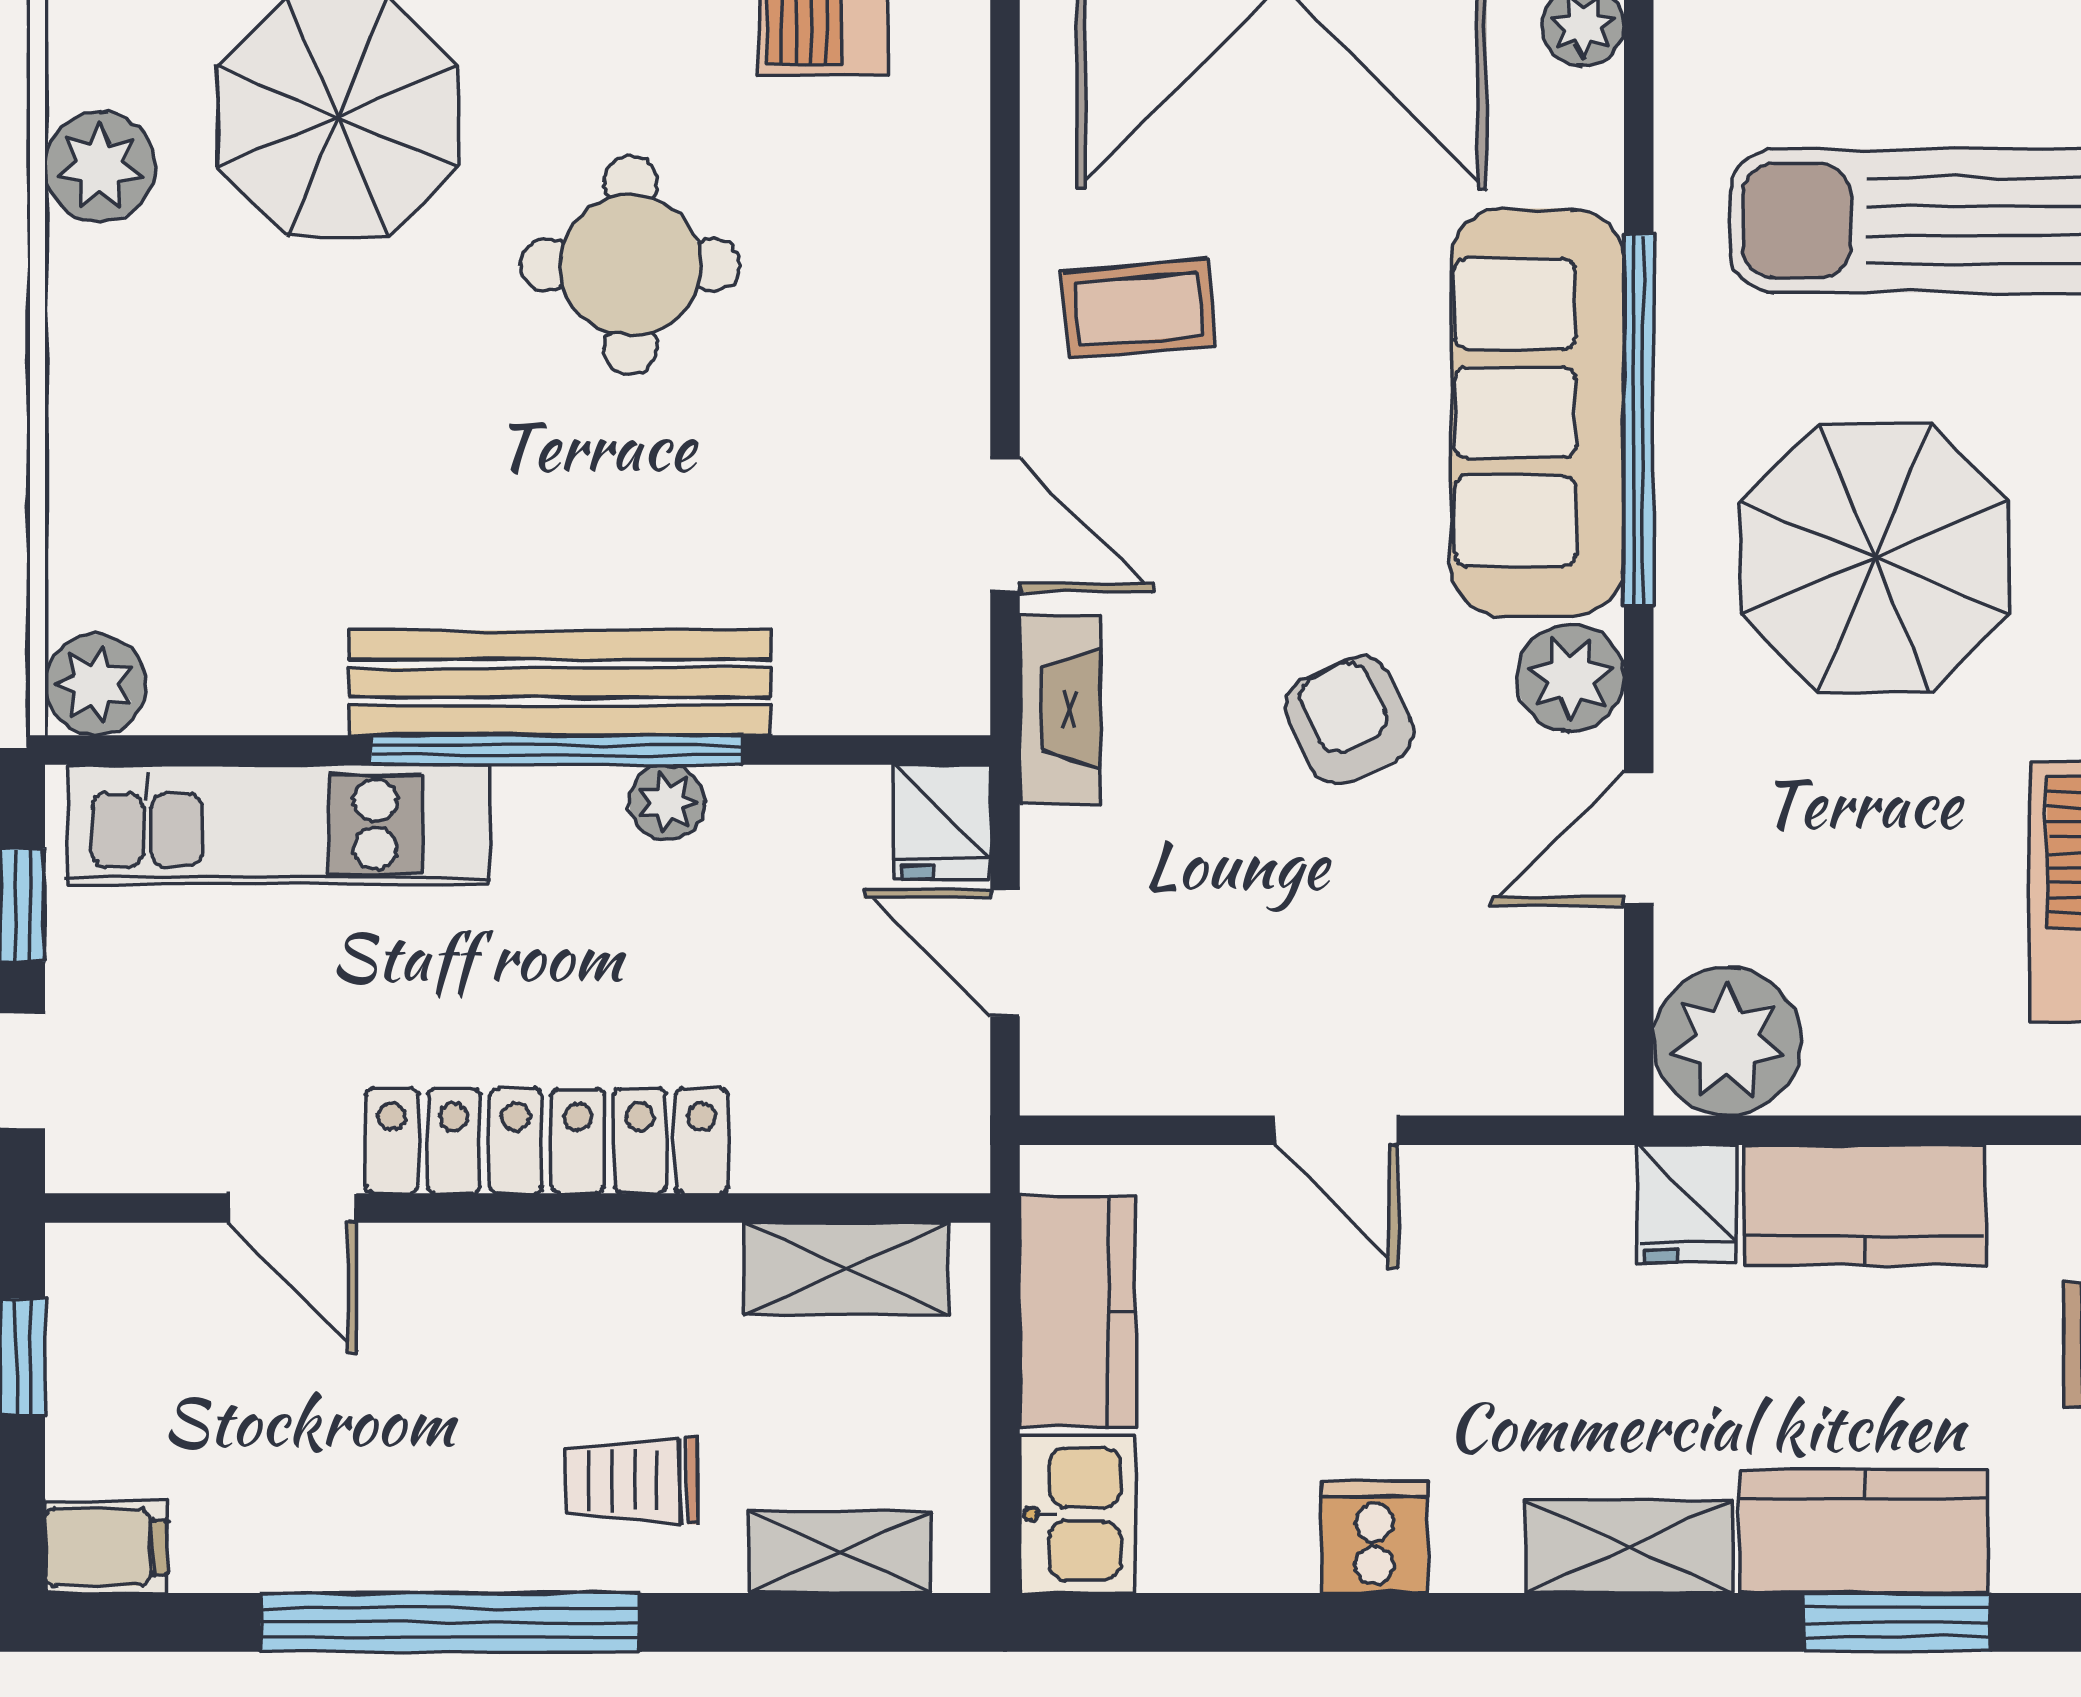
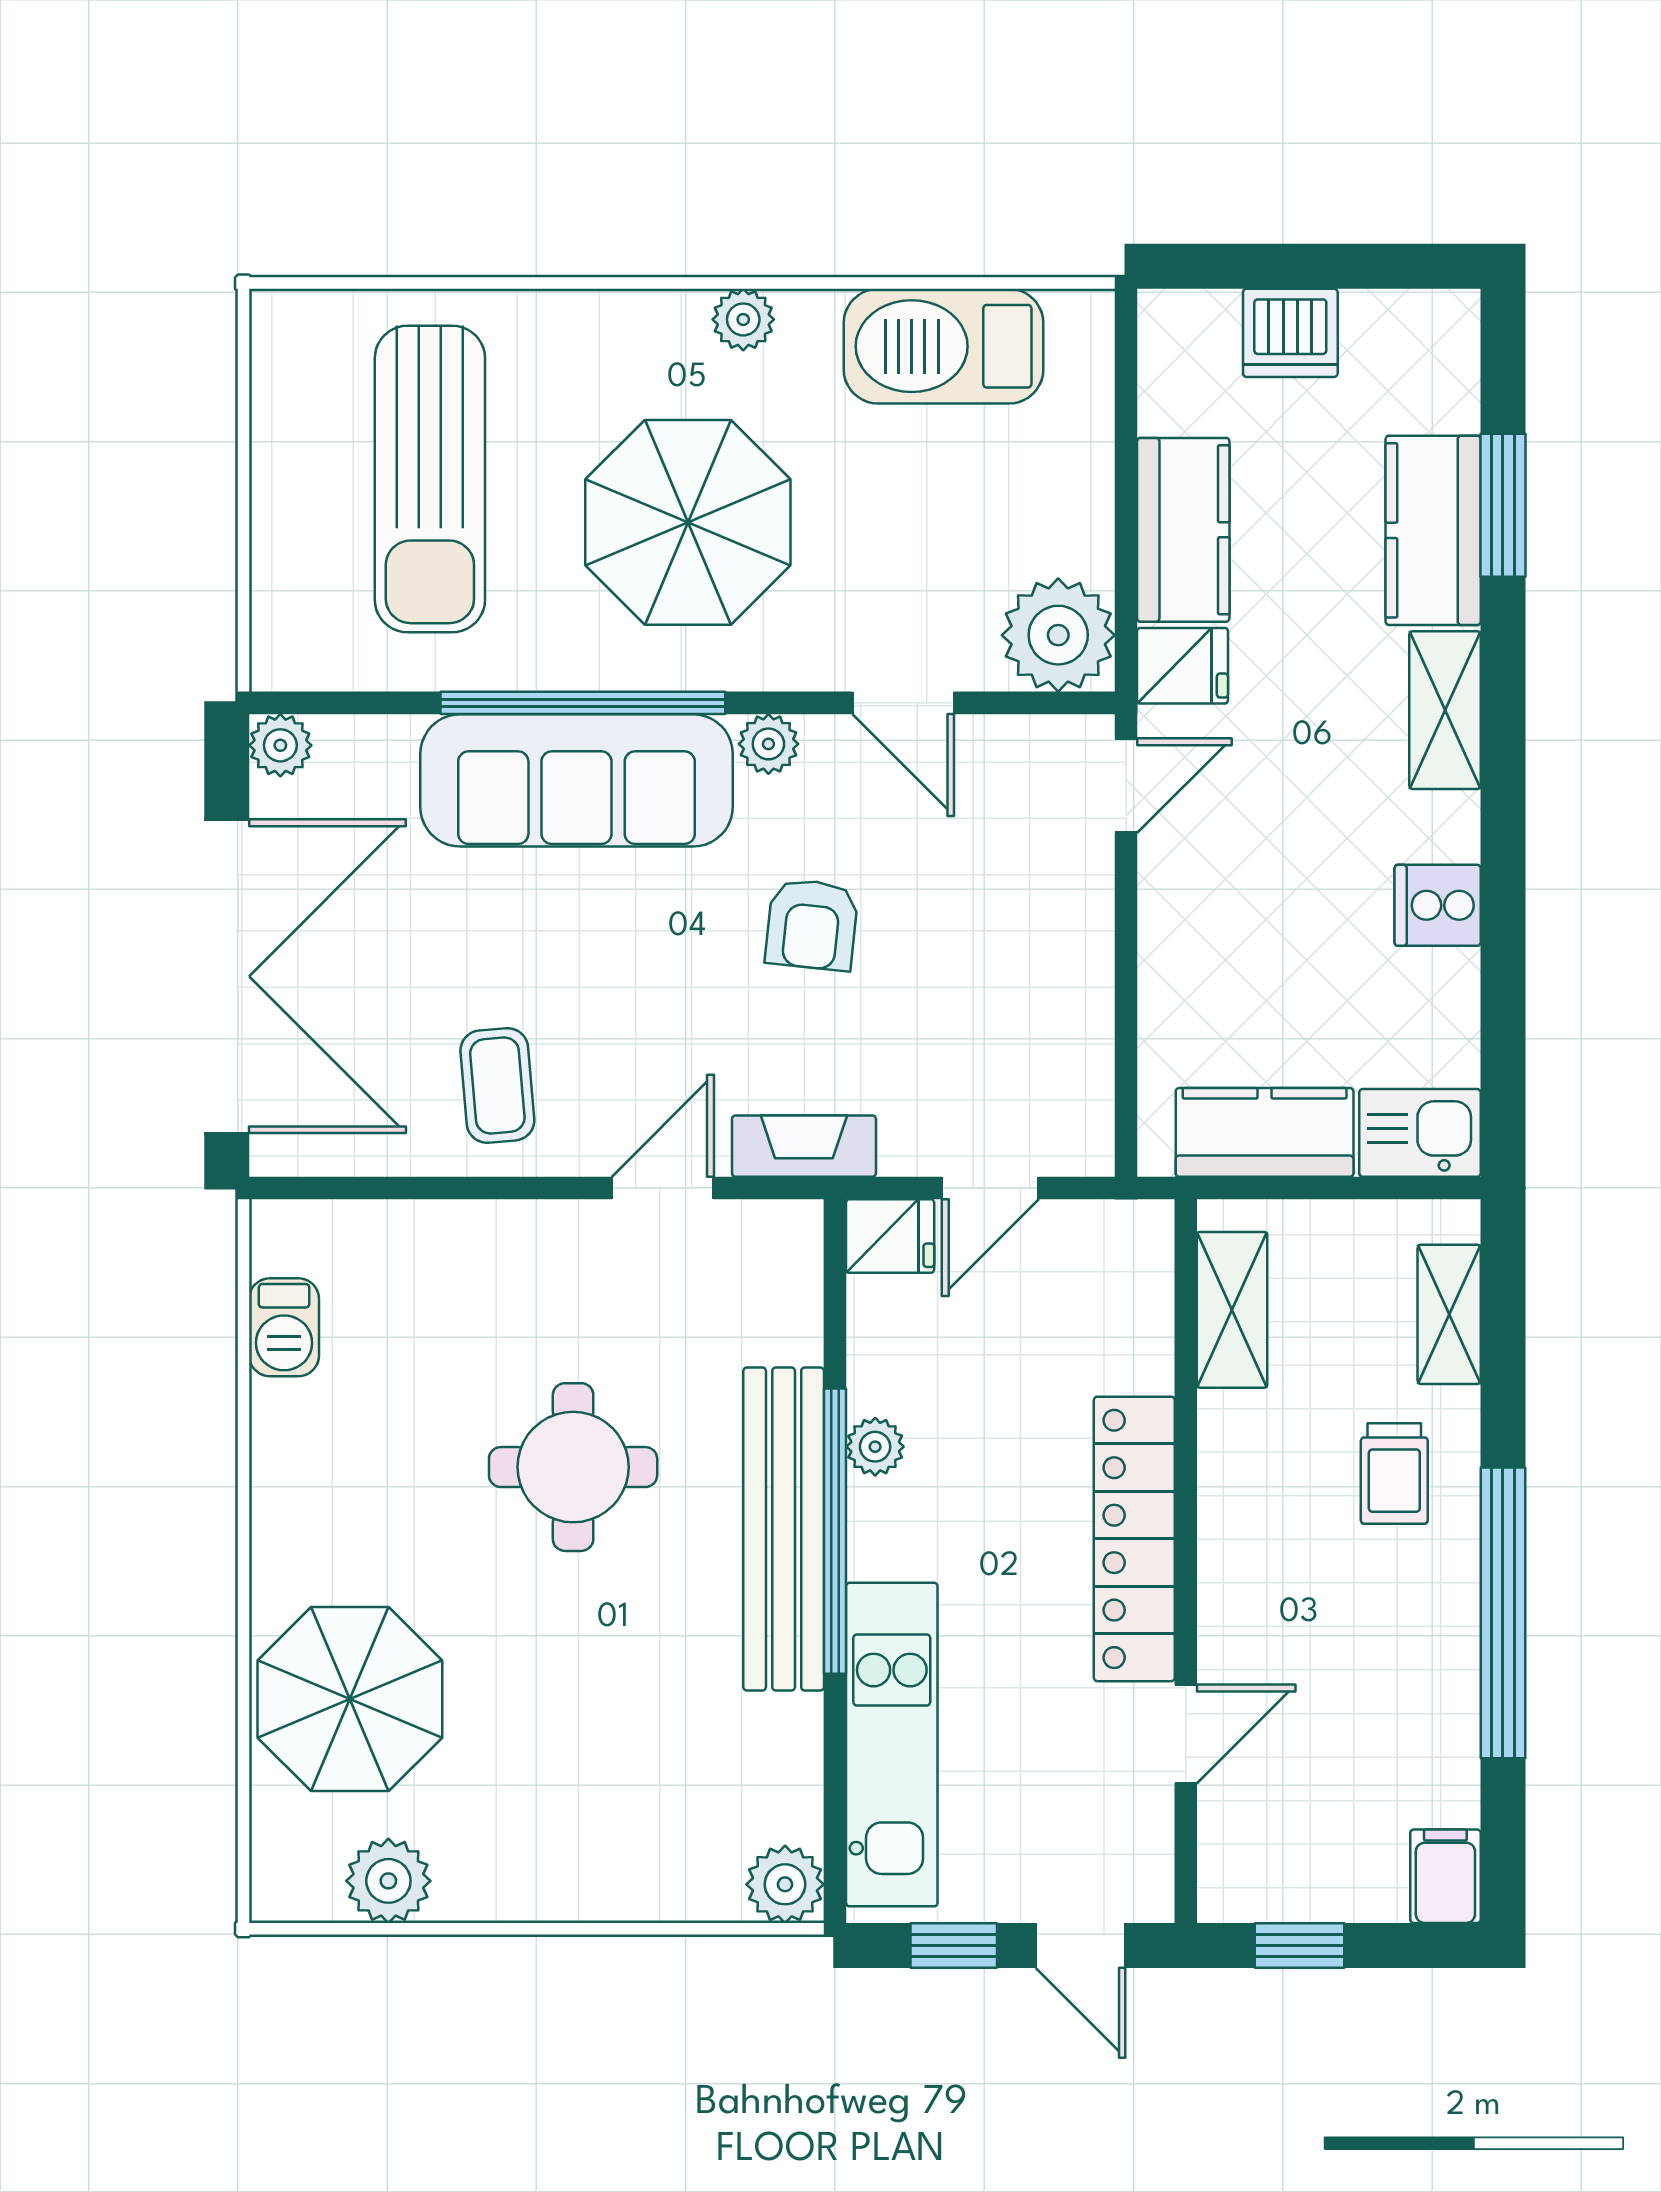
round table: (630, 265) -> (573, 1467), moved
plant: (1570, 678) -> (768, 744), width x0.73, depth x0.73
armchair: (1349, 720) -> (812, 925), turned -59
door: (1336, 1130) -> (1126, 786), moved

